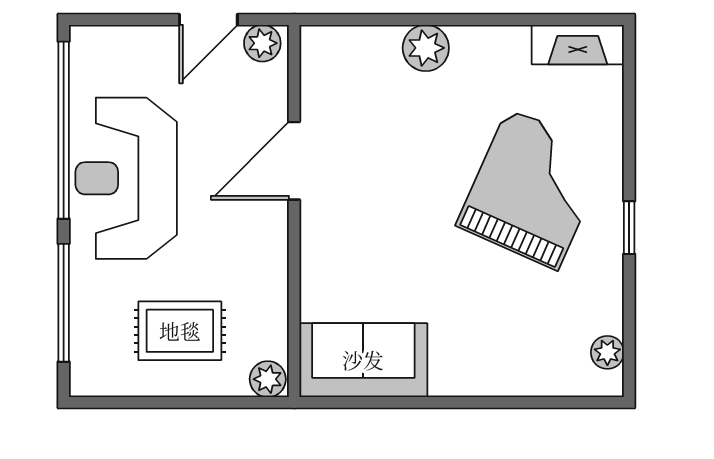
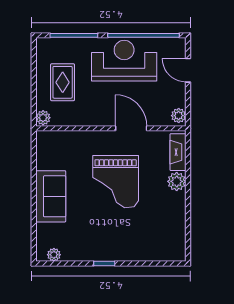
door: (208, 20) -> (188, 70), moved
fireplace: (578, 45) -> (178, 152), moved
grand piano: (533, 189) -> (116, 182), moved, turned 66
sofa: (363, 360) -> (51, 196), moved

